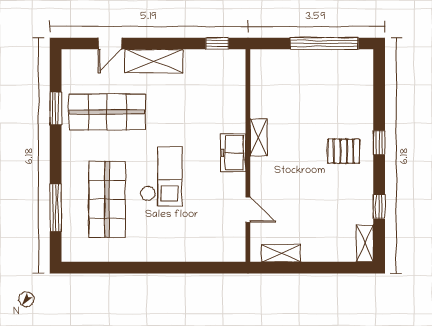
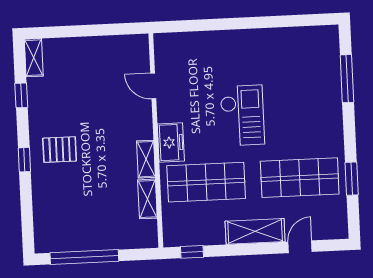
checkout: (161, 176) -> (242, 115), turned 180
shop shelf: (107, 199) -> (206, 182), moved, turned 90
shelving: (281, 253) -> (147, 199), moved, turned 90

